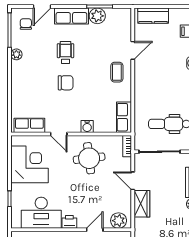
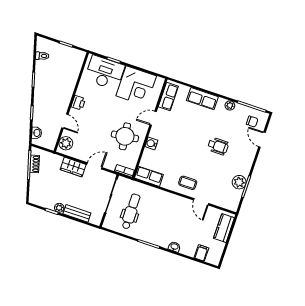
row of seats: (71, 16) -> (202, 99), moved, turned -90
chair: (66, 83) -> (193, 138), removed
desk: (41, 213) -> (105, 73), moved, turned 90

